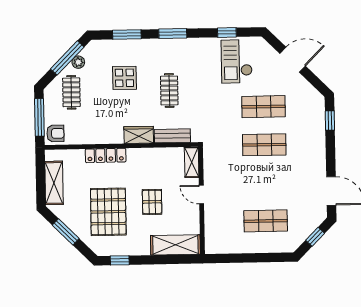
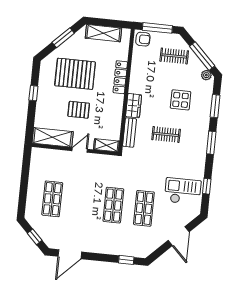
plant: (78, 62) -> (206, 75), moved
armchair: (55, 133) -> (143, 39), turned -90
shelving: (175, 245) -> (53, 137), moved, turned 90
window: (120, 260) -> (33, 93), moved

